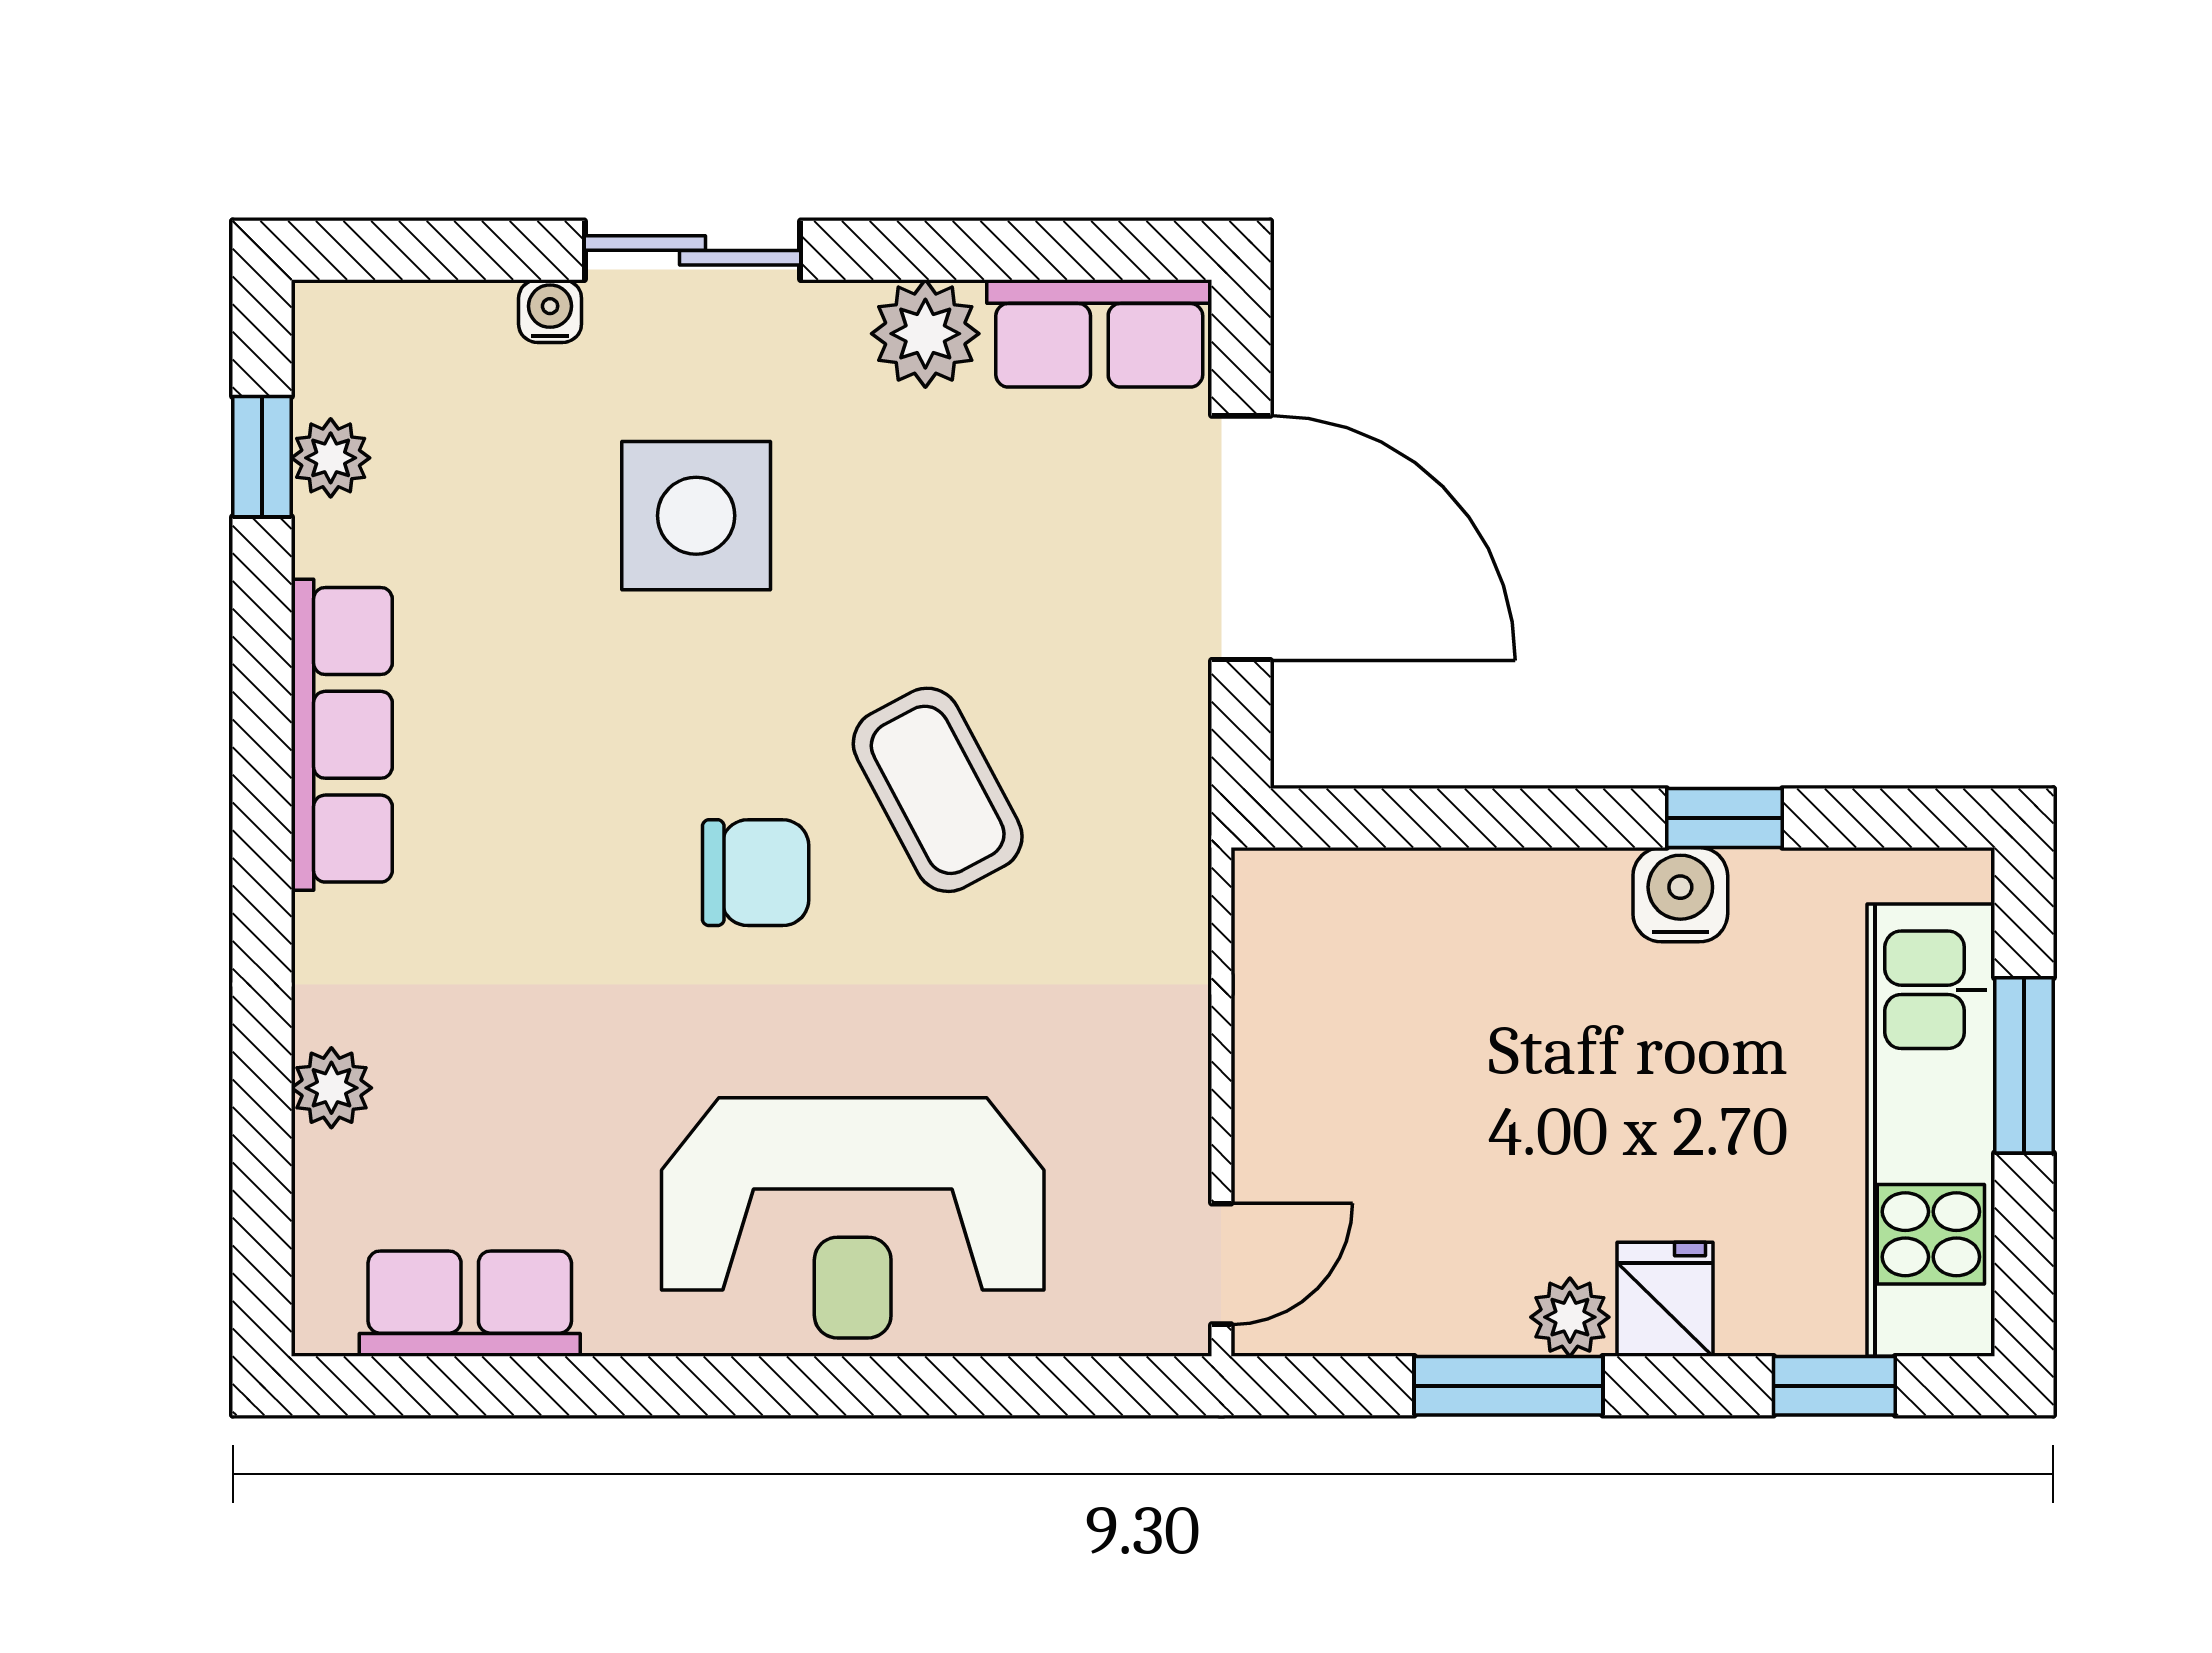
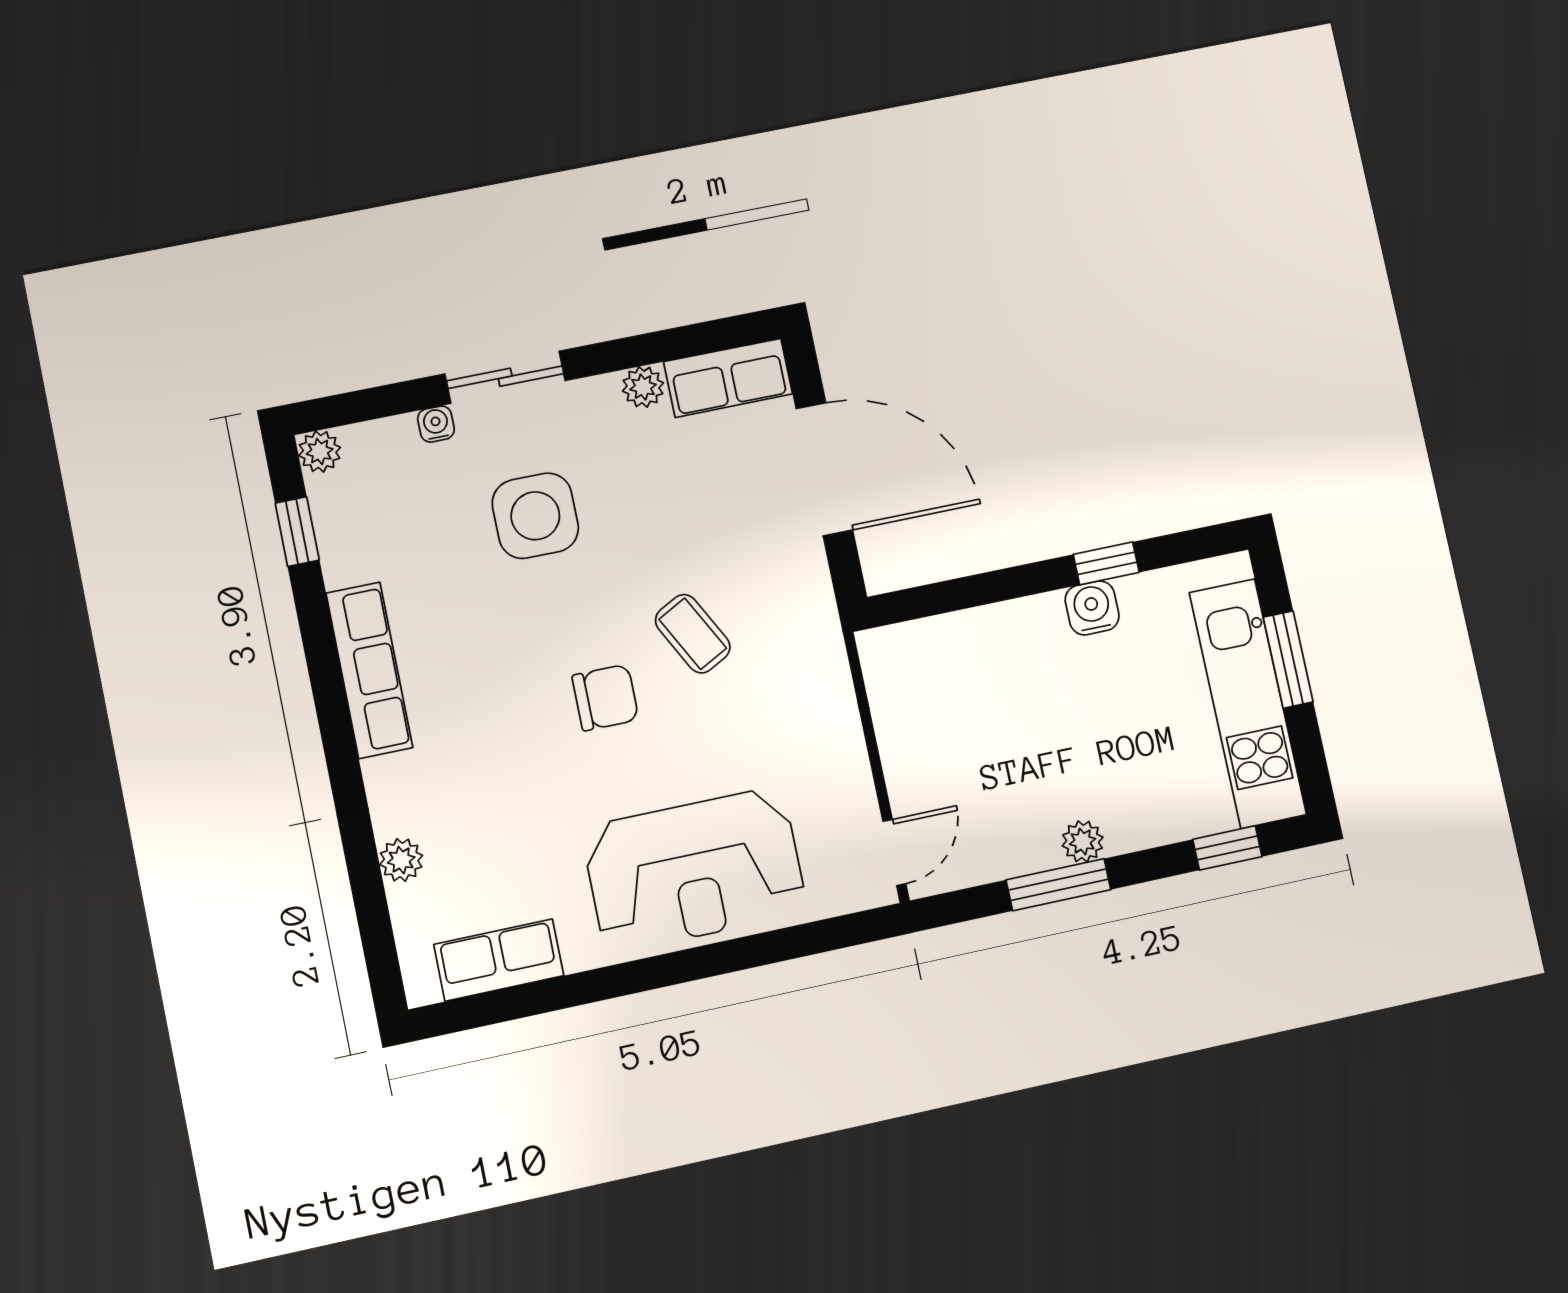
plant: (925, 334) -> (643, 387), width x0.73, depth x0.73
plant: (331, 458) -> (320, 452), moved
coffee table: (938, 790) -> (693, 634), width x0.73, depth x0.77
fridge: (1665, 1299) -> (1130, 821), removed

